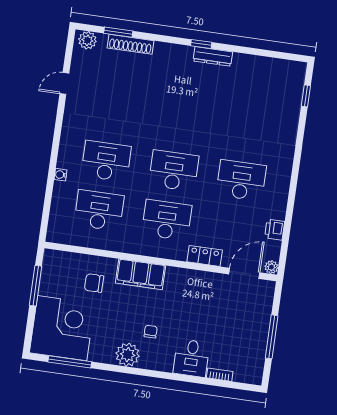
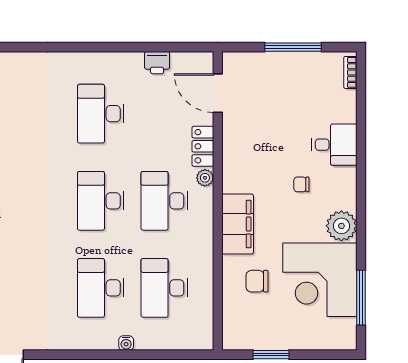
plant: (271, 267) -> (205, 178), moved
chair: (94, 283) -> (257, 281), turned 90
window: (36, 286) -> (271, 355), width x0.69
corner desk: (62, 328) -> (320, 280), moved, turned -90
chair: (151, 332) -> (301, 184), moved
bookcase: (220, 375) -> (350, 72), moved

